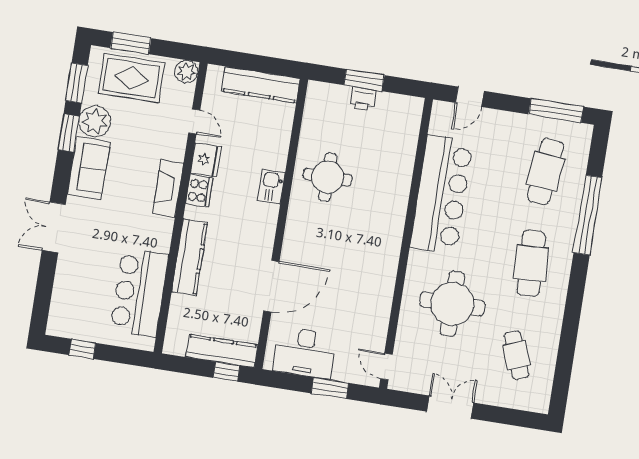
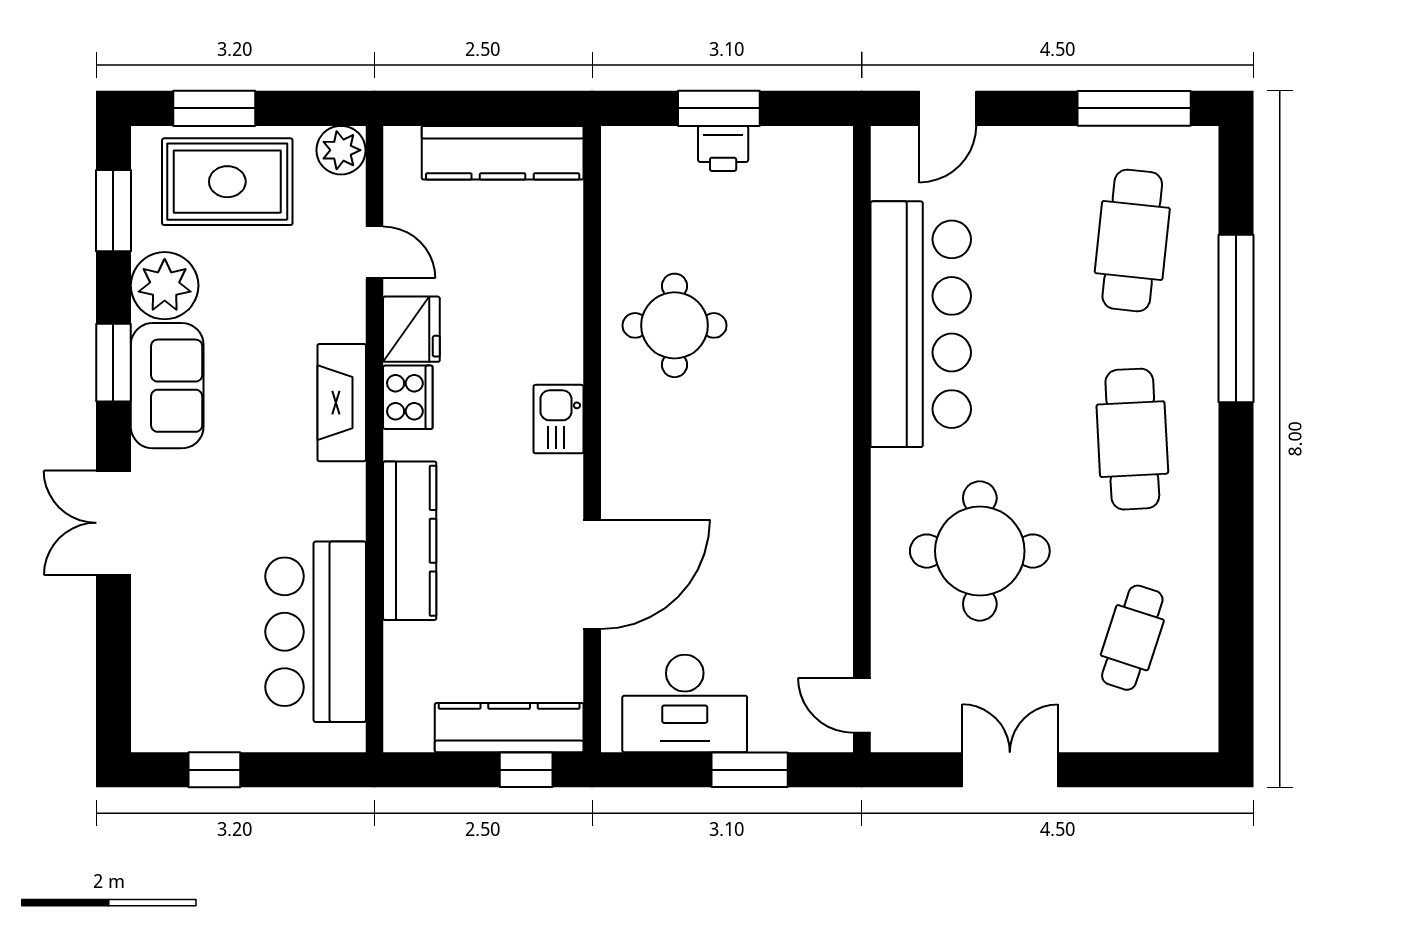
window: (69, 133) -> (113, 363), moved
kitchen sink: (271, 187) -> (558, 419), moved
cafe table: (516, 355) -> (1132, 638), turned 39

